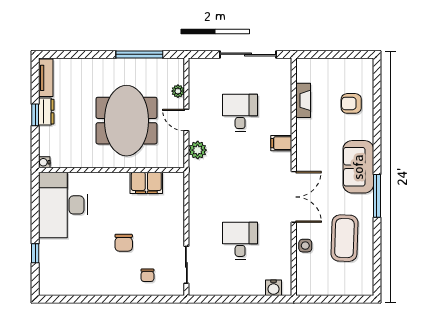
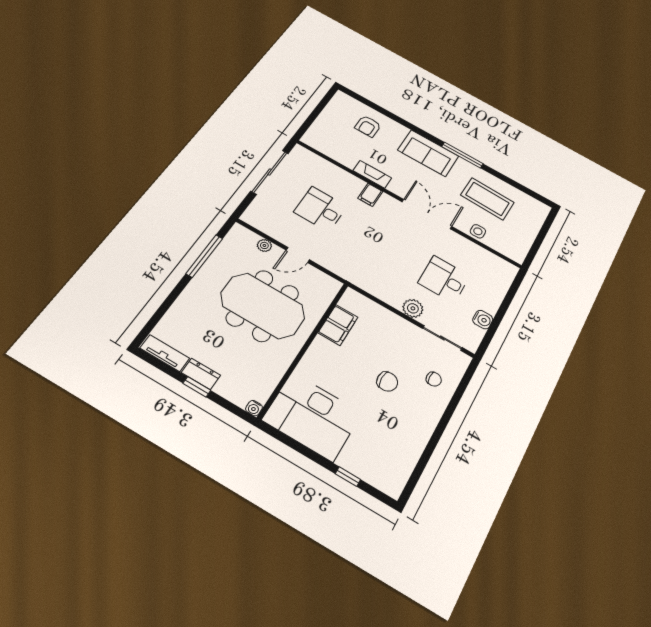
fireplace: (303, 100) -> (372, 174), moved
plant: (198, 150) -> (413, 308), moved
water cooler: (273, 288) -> (483, 320), moved

